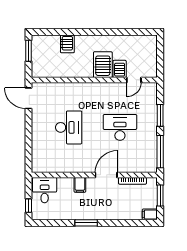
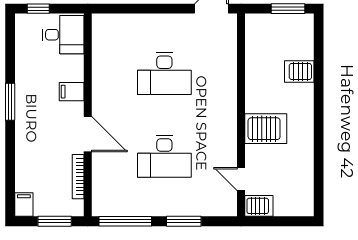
server rack: (120, 69) -> (259, 206), moved
desk: (120, 127) -> (164, 156), turned 90

